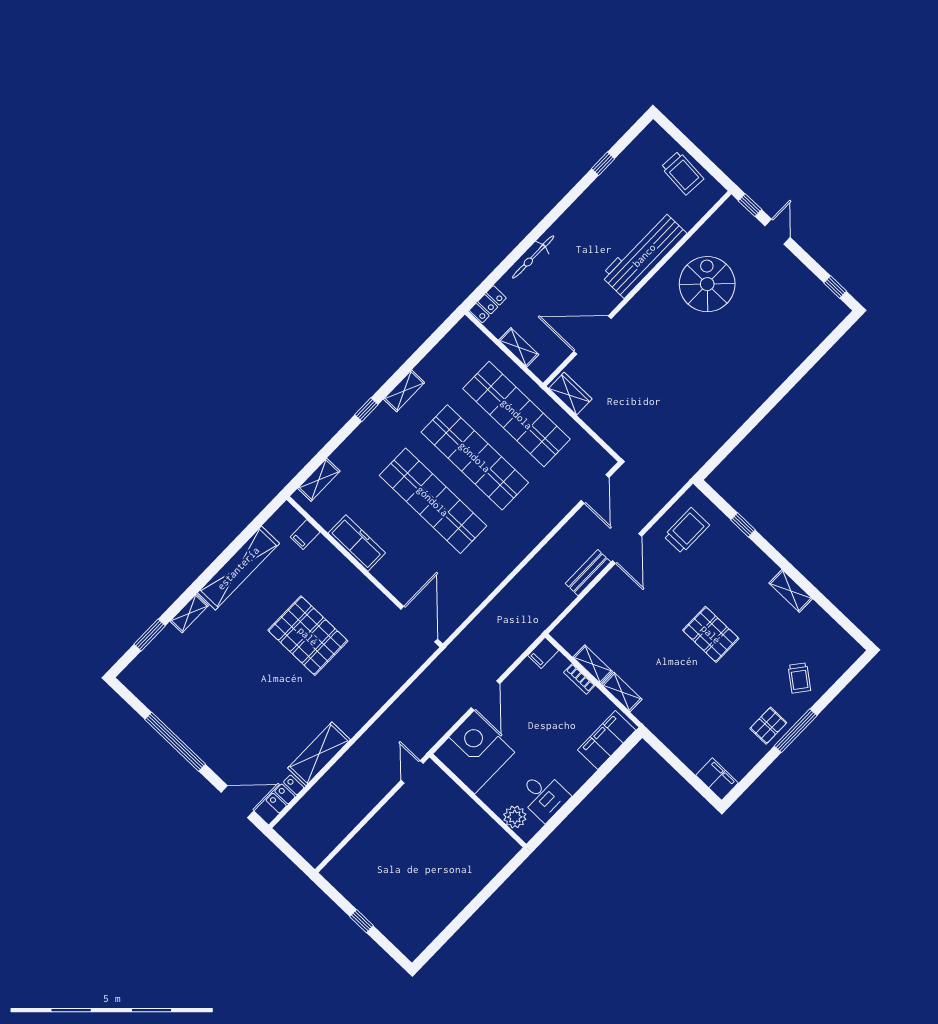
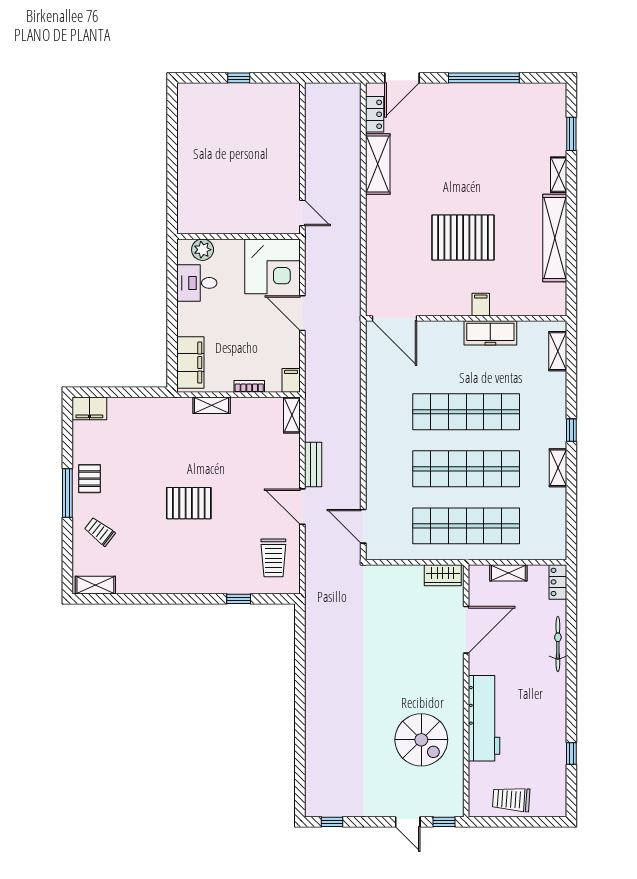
filing cabinet: (305, 535) -> (481, 305), moved
shelving: (791, 591) -> (95, 585), moved
shelving: (593, 664) -> (292, 415), moved, turned 90

